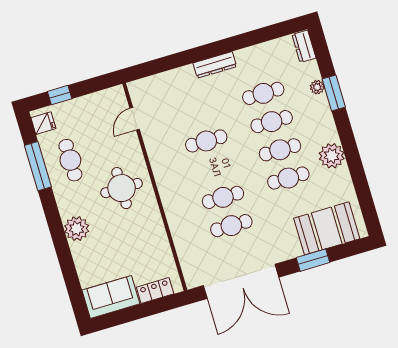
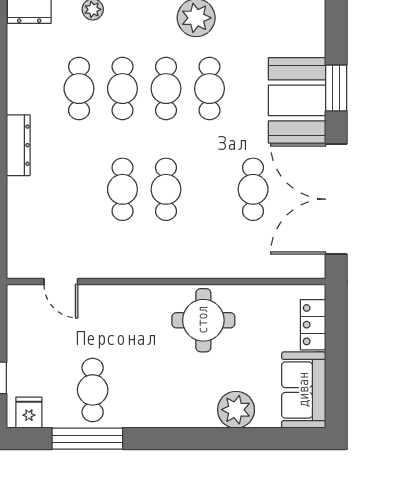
cafe table: (70, 160) -> (93, 390), turned 90
round table: (122, 188) -> (203, 320), moved
cafe table: (223, 197) -> (166, 189), moved
booth: (327, 228) -> (297, 100), moved
plant: (77, 229) -> (236, 410), moved
double door: (241, 281) -> (336, 199), swing flipped

